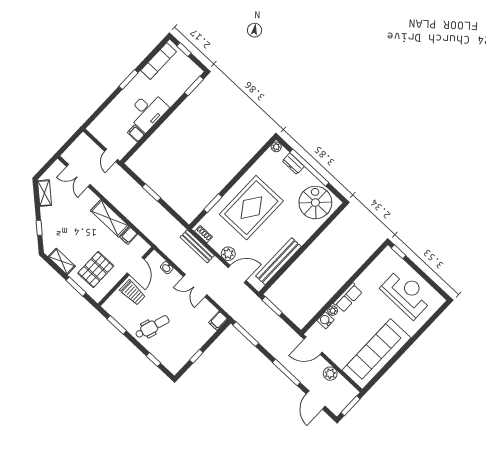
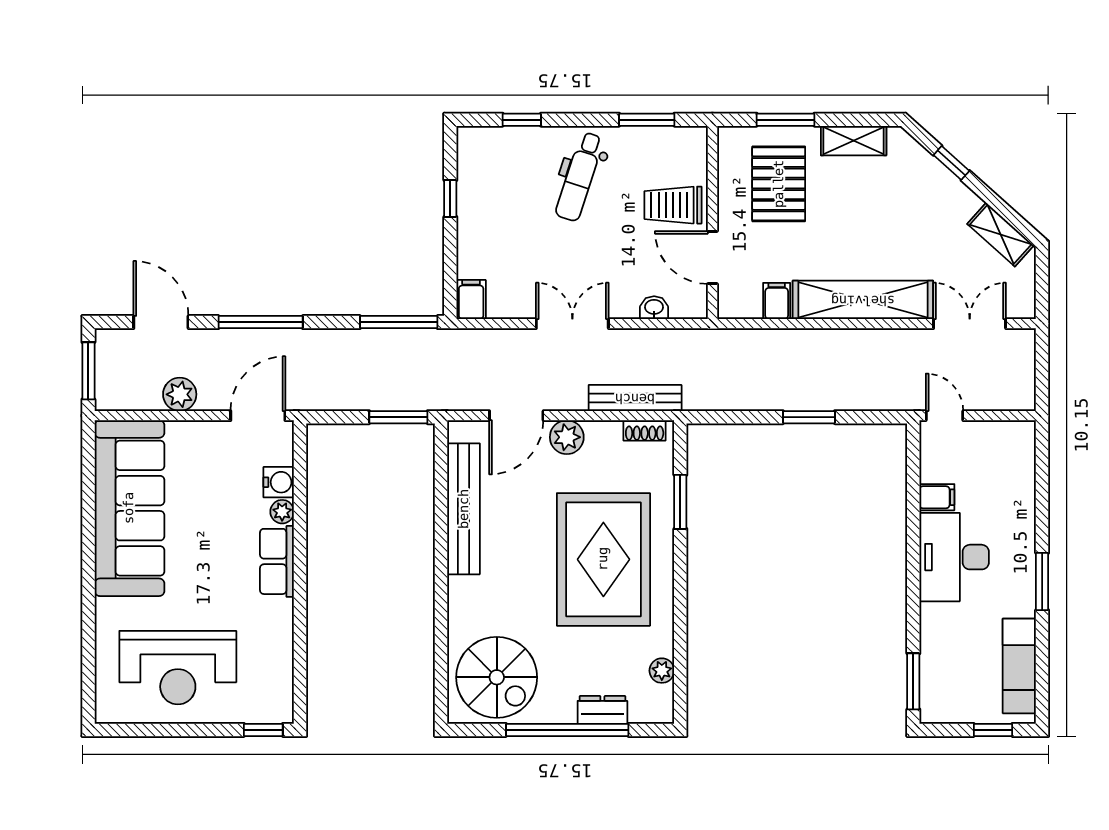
plant: (276, 147) -> (662, 671), moved
shelving: (110, 218) -> (863, 300), width x1.47

